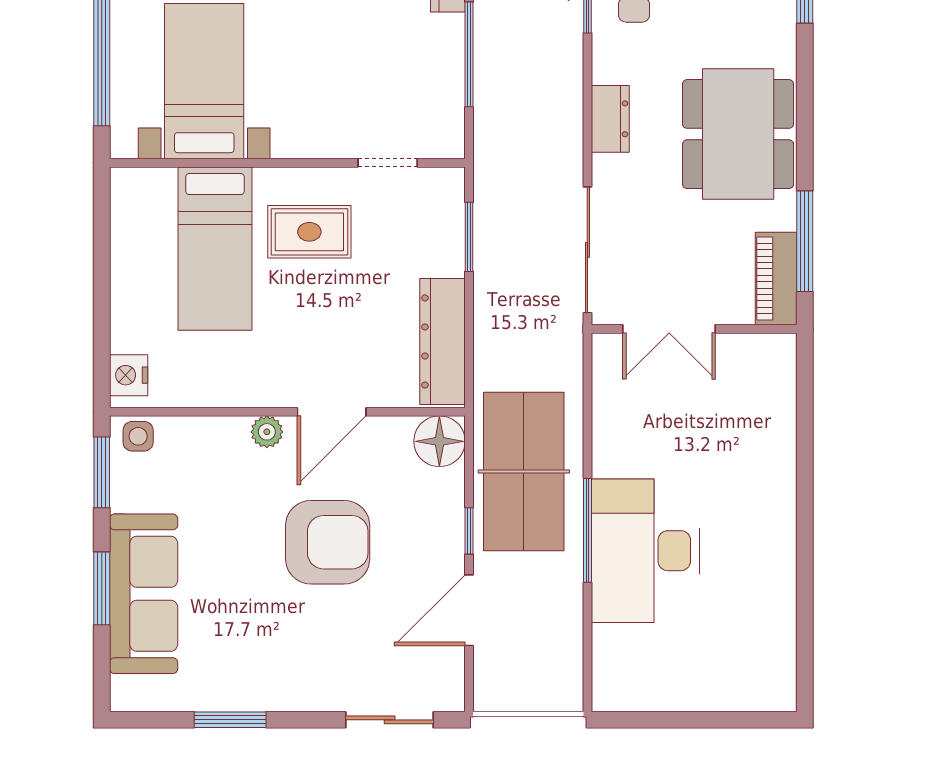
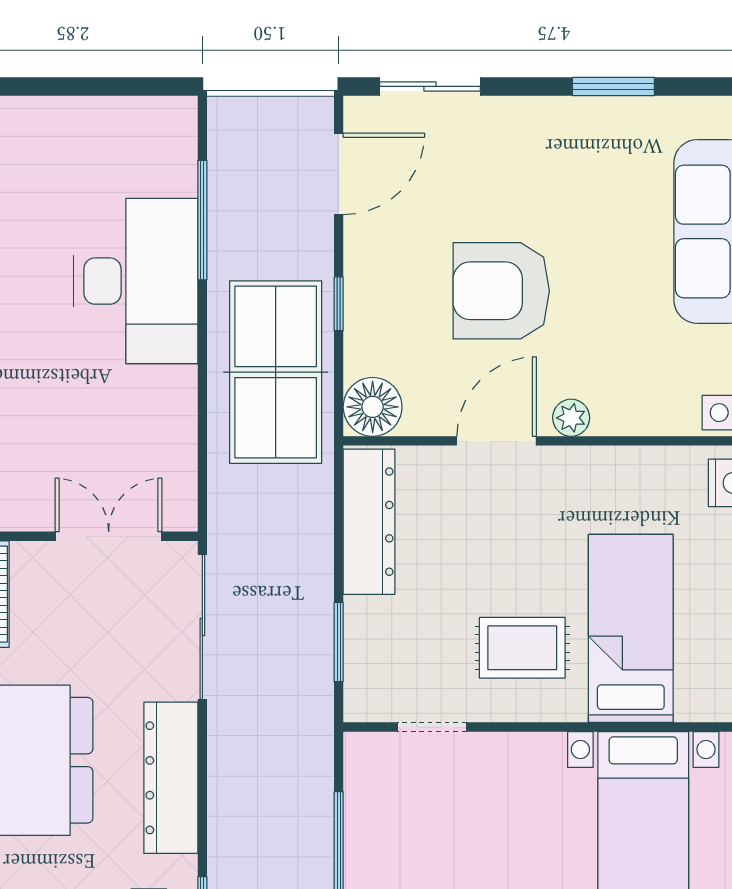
dresser: (610, 119) -> (171, 778), width x1.96, depth x1.24
window: (587, 530) -> (202, 220), moved
door: (469, 610) -> (339, 174), moved

